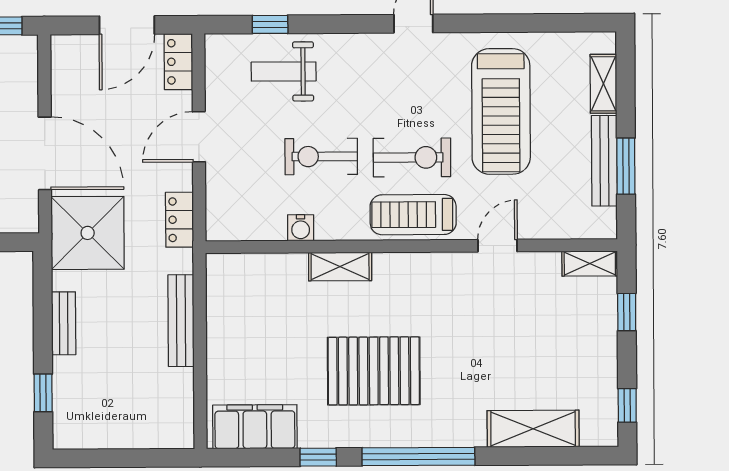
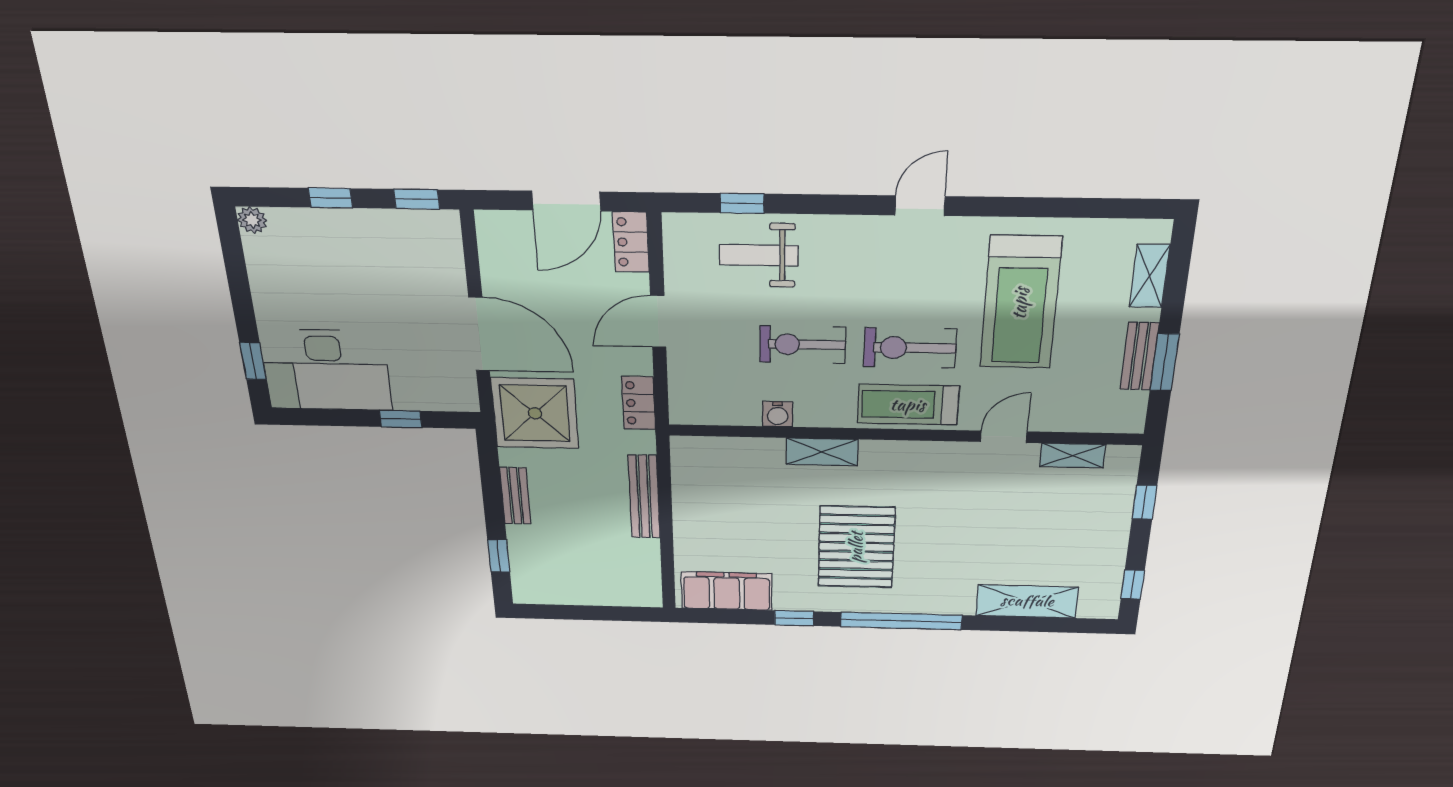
exercise bike: (412, 157) -> (910, 348), turned 180
bench: (604, 161) -> (1139, 356), width x0.73
shelving: (590, 264) -> (1073, 456), moved
pallet: (374, 371) -> (856, 547), turned 90

